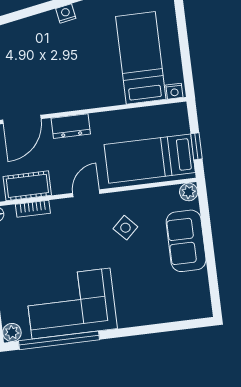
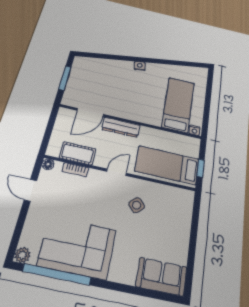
dresser: (71, 126) -> (121, 127), width x1.44
plant: (189, 192) -> (188, 196), removed
sofa: (186, 241) -> (162, 277), moved, turned 90

